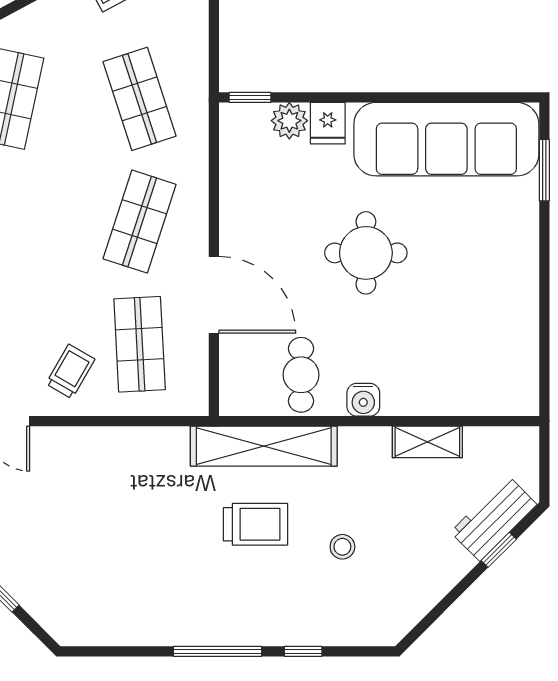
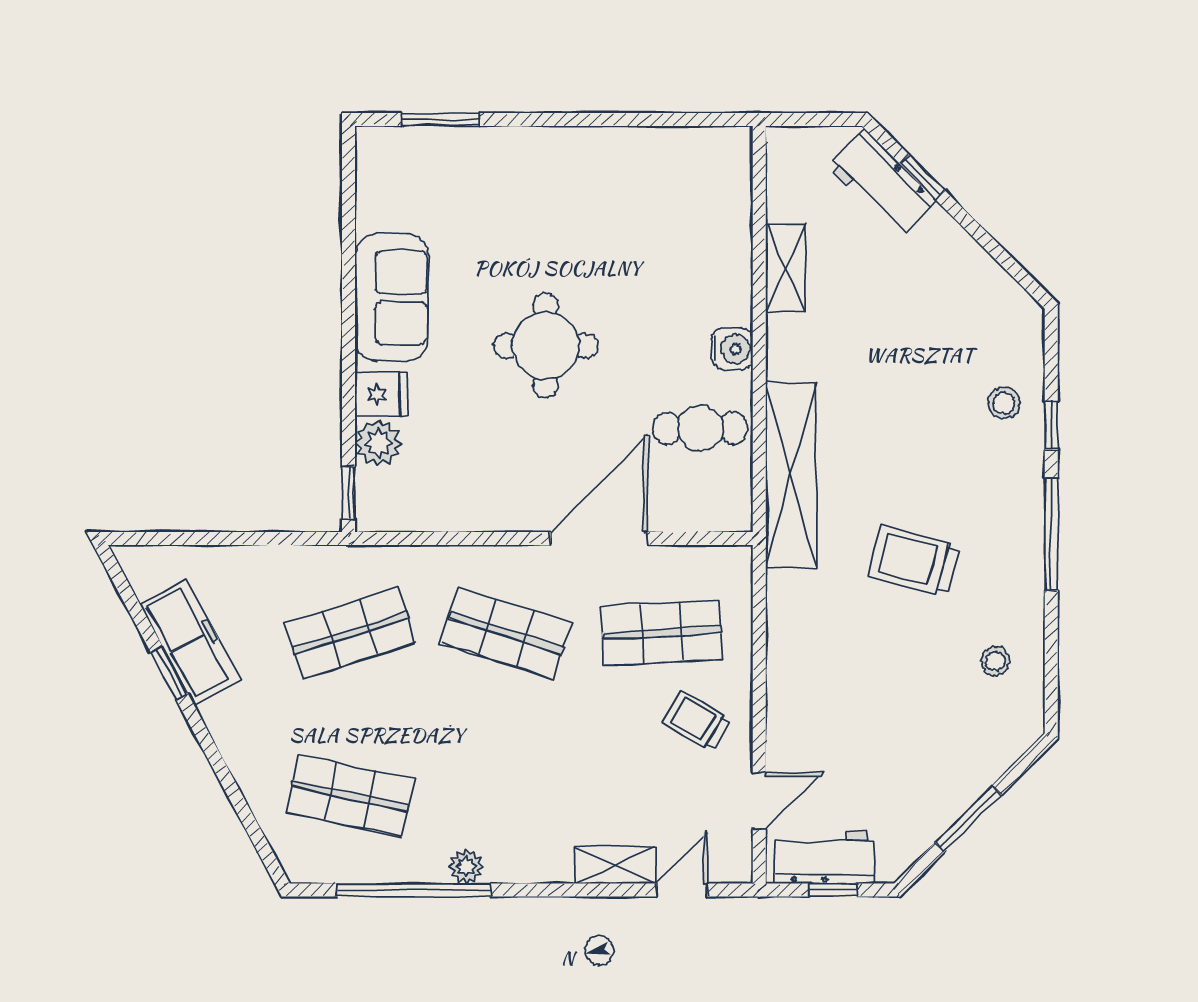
sofa: (446, 139) -> (392, 298), width x0.54, depth x0.79
trolley: (255, 524) -> (914, 561), moved, turned -75
stool: (342, 547) -> (1004, 403), moved
stool: (117, 607) -> (995, 661), added

